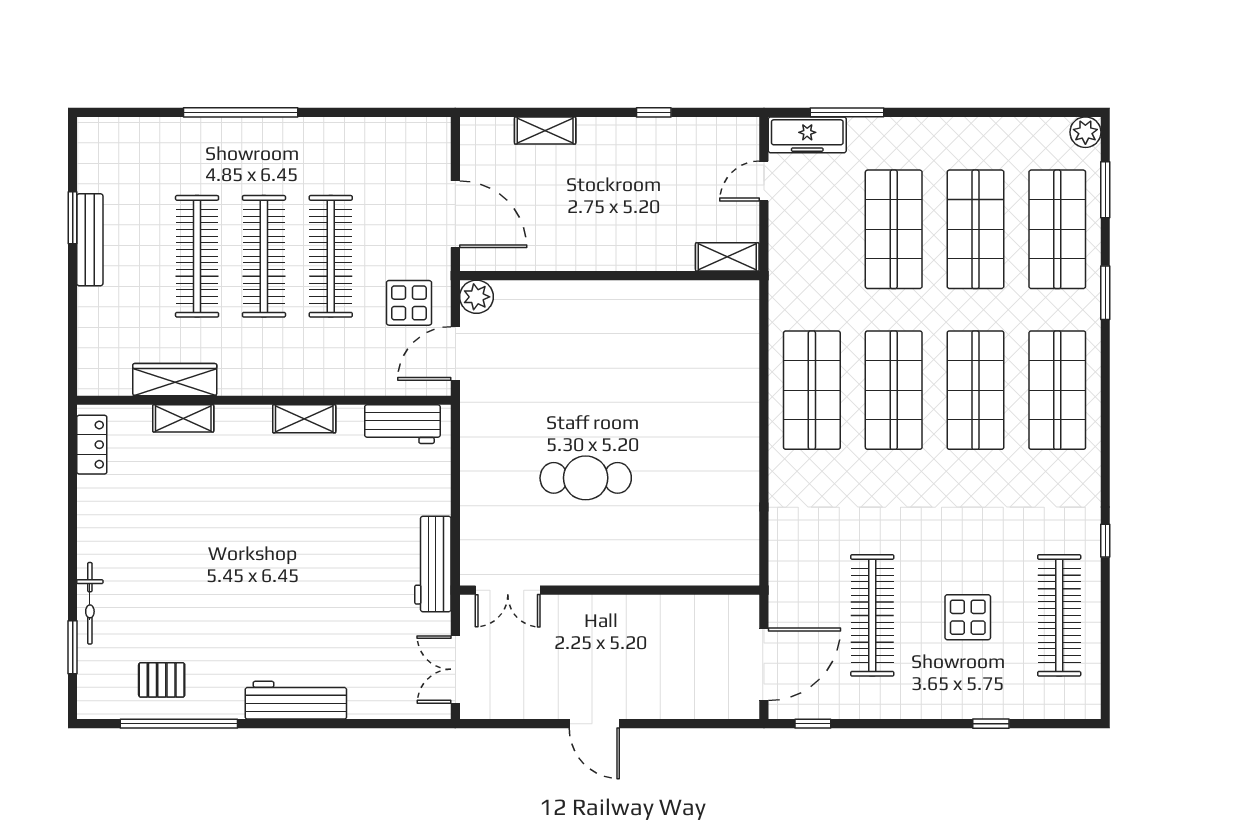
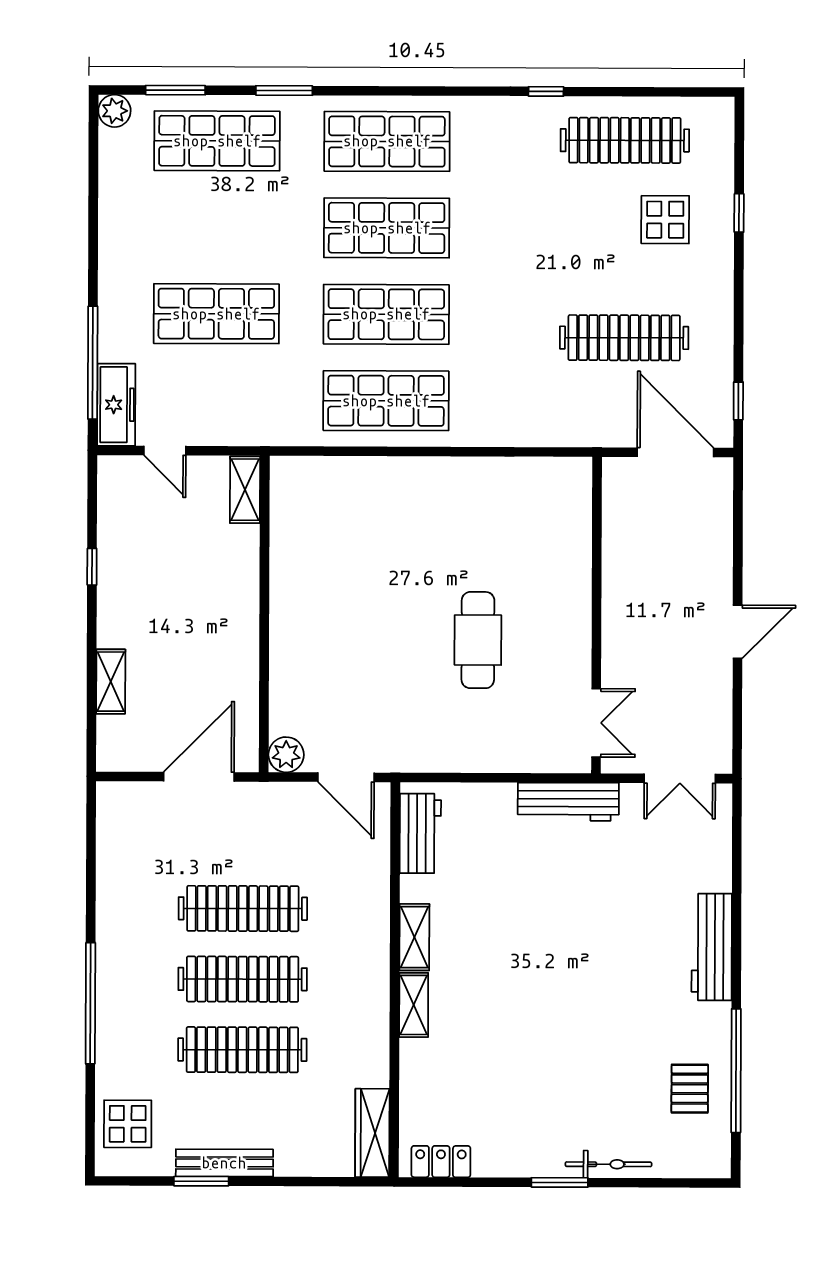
window: (847, 112) -> (93, 363), width x1.46
shop shelf: (975, 229) -> (217, 227), removed
display table: (409, 303) -> (128, 1124), moved
wardrobe: (175, 380) -> (372, 1133), moved
shelving: (183, 418) -> (414, 1005), moved
display table: (968, 617) -> (665, 220), moved
window: (73, 647) -> (560, 1182), moved

